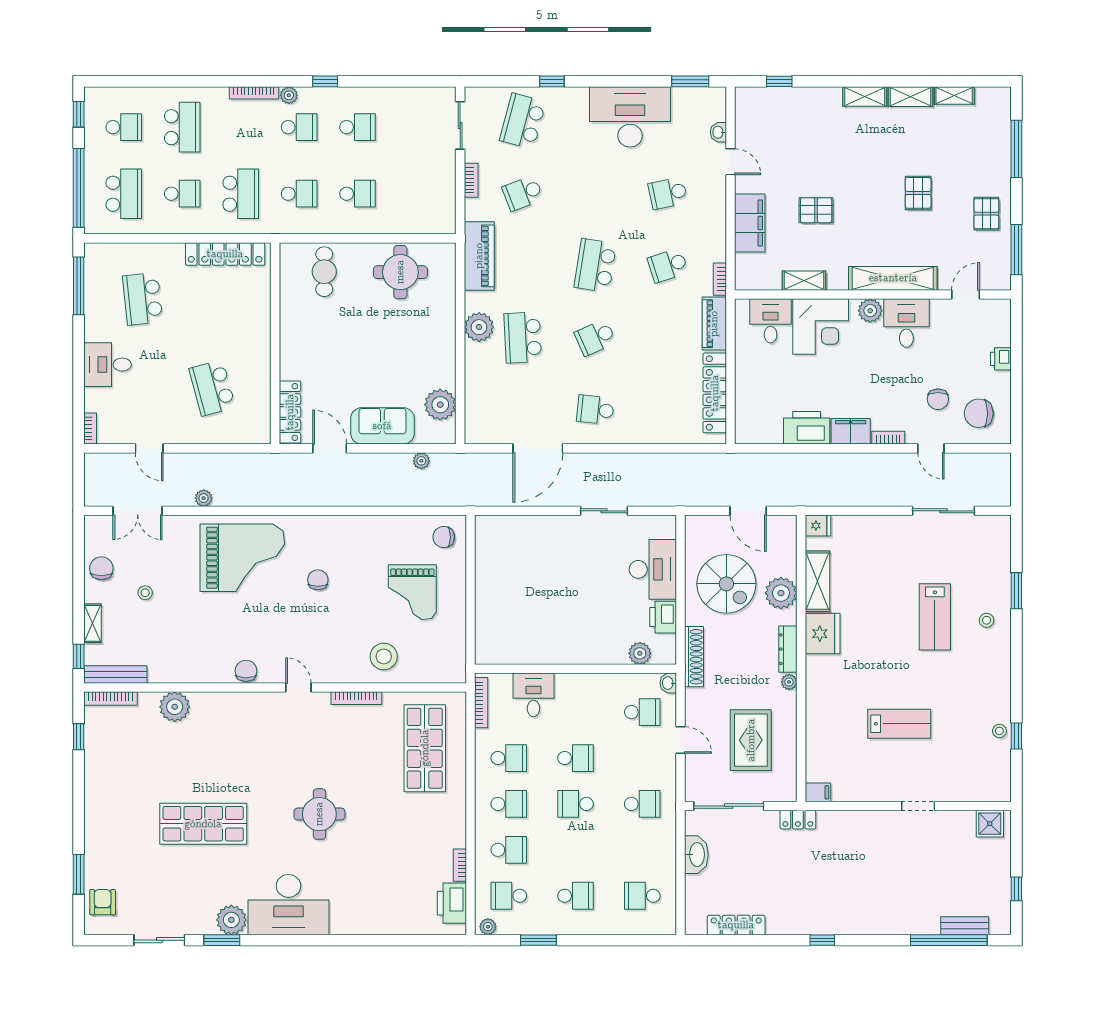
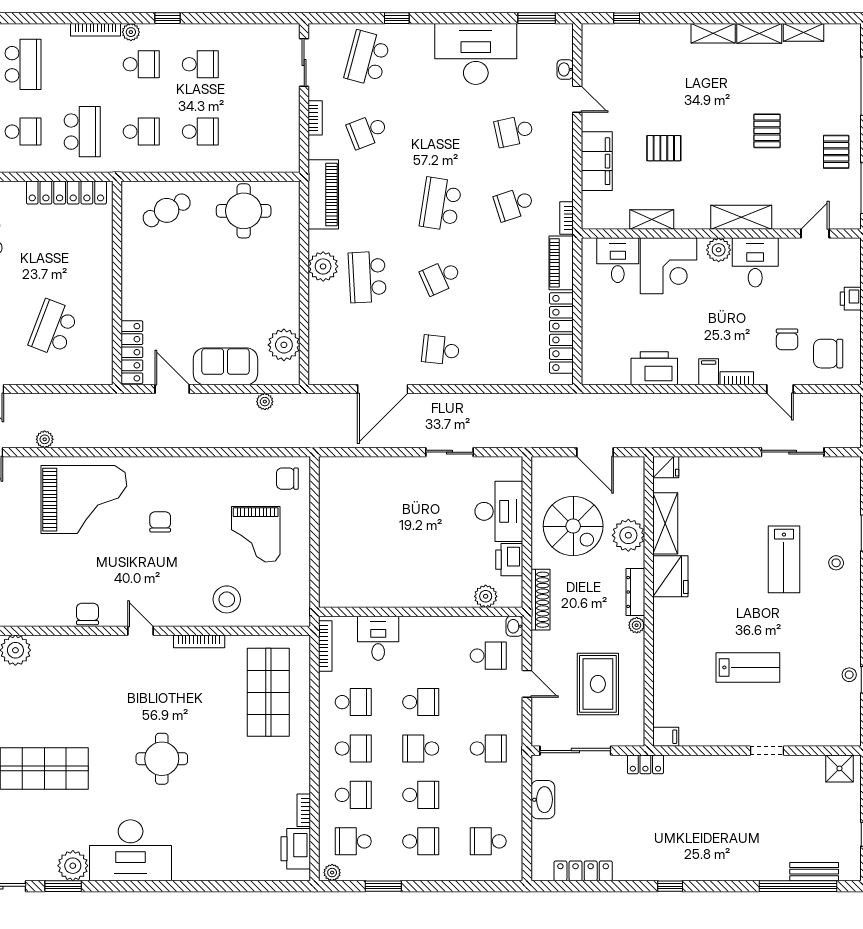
cafe table: (324, 272) -> (167, 210), turned 62
shelving: (893, 278) -> (741, 217), width x0.68
school desk: (212, 388) -> (53, 328), turned 36
filing cabinet: (851, 431) -> (709, 372), width x0.50
school desk: (576, 850) -> (421, 795), added

